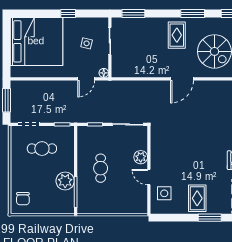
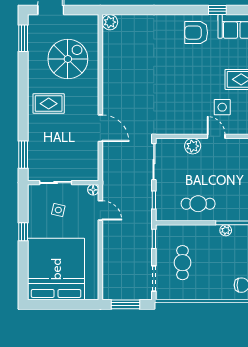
window: (193, 14) -> (23, 85), removed
door: (182, 79) -> (100, 128), moved
cafe table: (101, 168) -> (198, 204), moved
door: (149, 177) -> (216, 136), swing flipped
plant: (65, 181) -> (226, 230), width x0.53, depth x0.53
side table: (164, 193) -> (222, 107), moved

